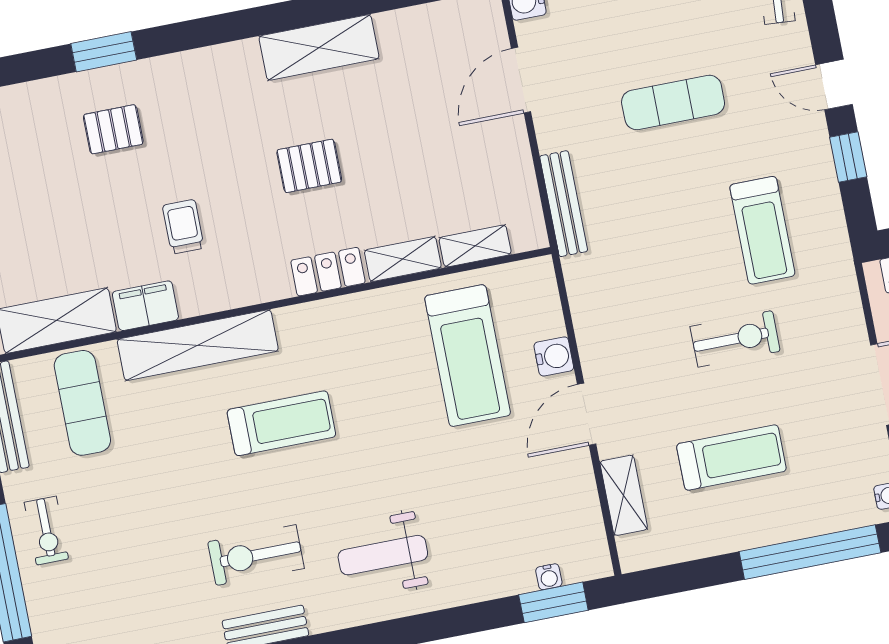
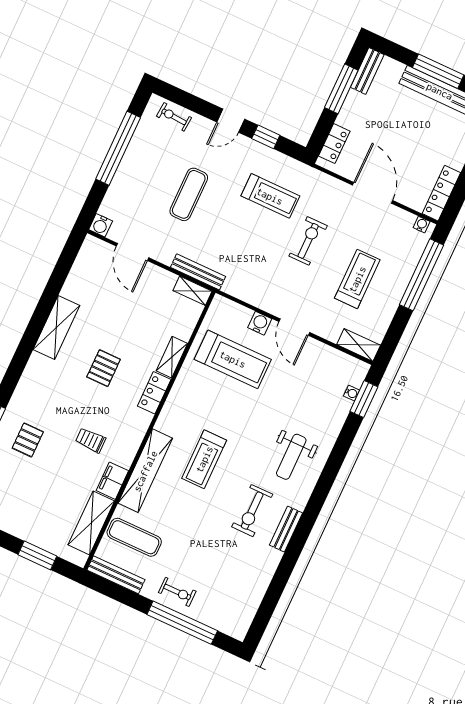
shelving: (475, 246) -> (192, 291), moved, turned 90
treadmill: (281, 423) -> (204, 459), turned 180
shelving: (624, 495) -> (359, 345), moved

